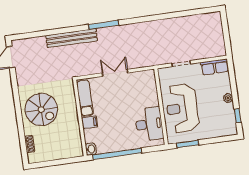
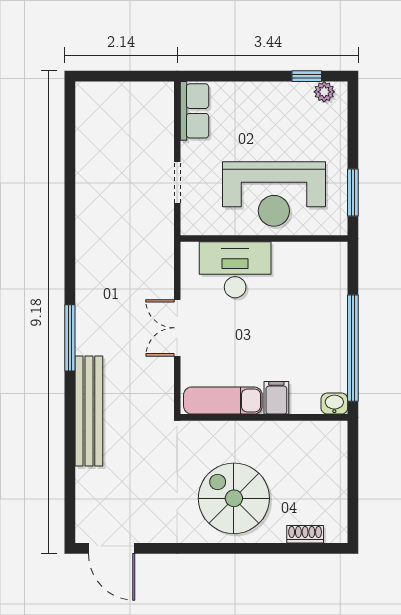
plant: (228, 98) -> (324, 92), moved
spiral stairs: (41, 110) -> (234, 498), turned -90
desk: (149, 124) -> (235, 270), moved

